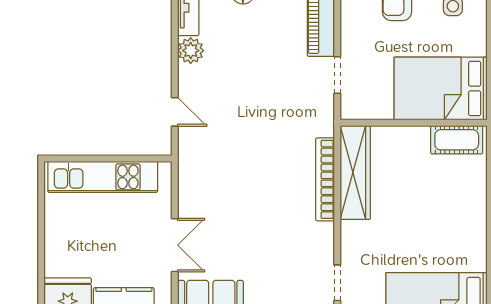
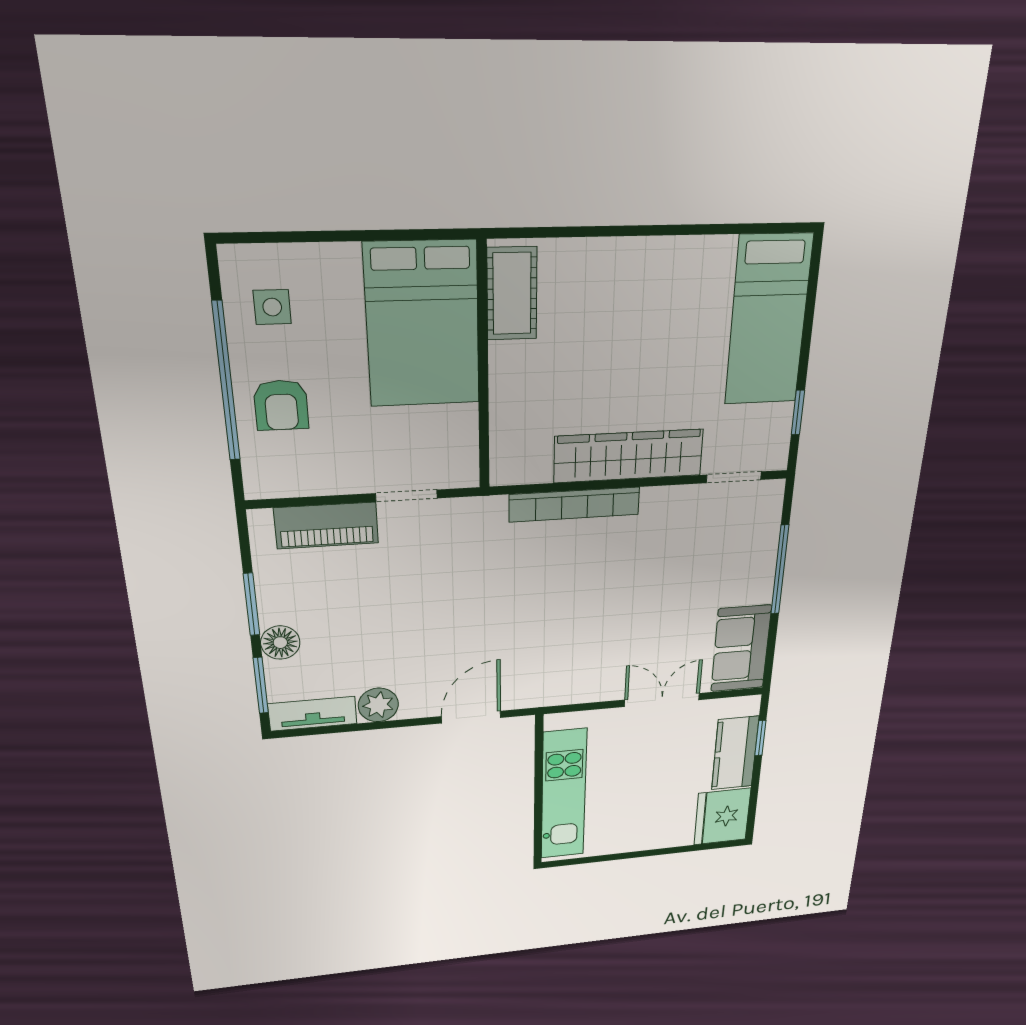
door: (175, 112) -> (471, 717), width x1.38
wardrobe: (355, 173) -> (629, 456), moved

